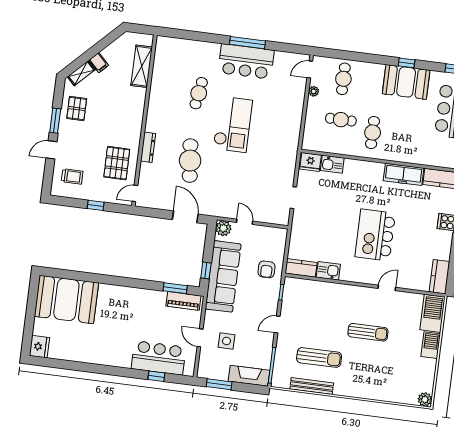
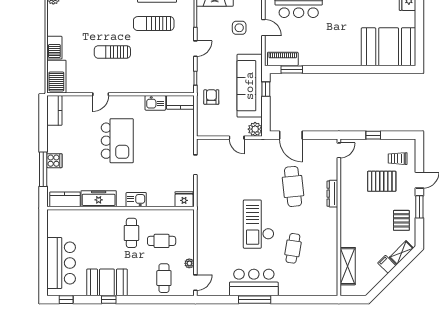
pallet: (117, 163) -> (382, 181), moved, turned 90
kitchen sink: (332, 164) -> (136, 200), moved

